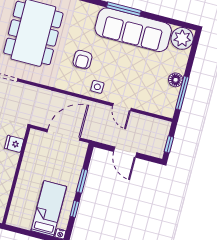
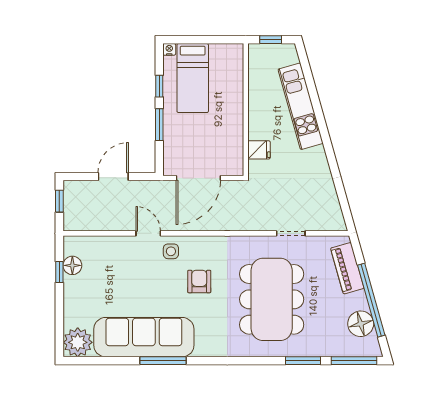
floor lamp: (176, 80) -> (72, 265), moved
window: (182, 93) -> (59, 272), width x0.46
door: (122, 107) -> (148, 233), moved
door: (125, 152) -> (113, 176), hinge flipped

